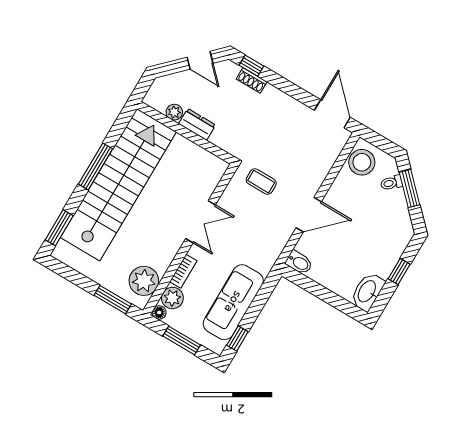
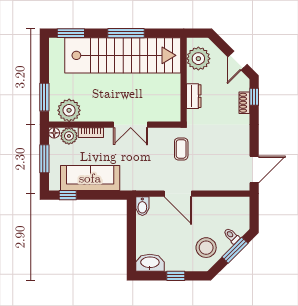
plant: (174, 112) -> (198, 59), width x1.88, depth x1.88
dresser: (197, 124) -> (194, 96), moved
stool: (362, 162) -> (206, 248), moved

